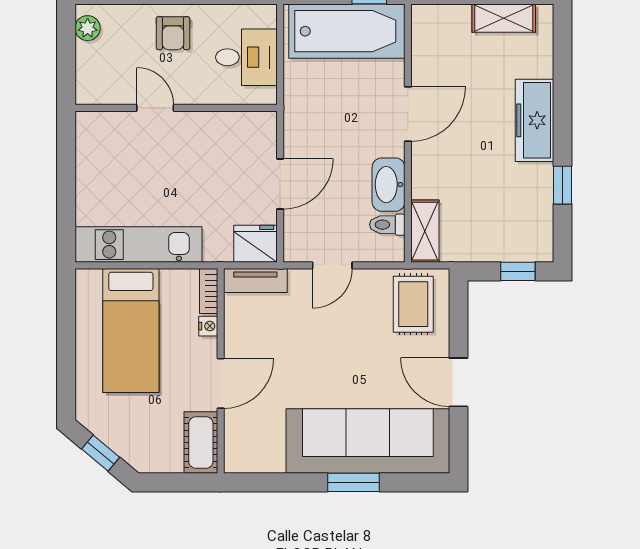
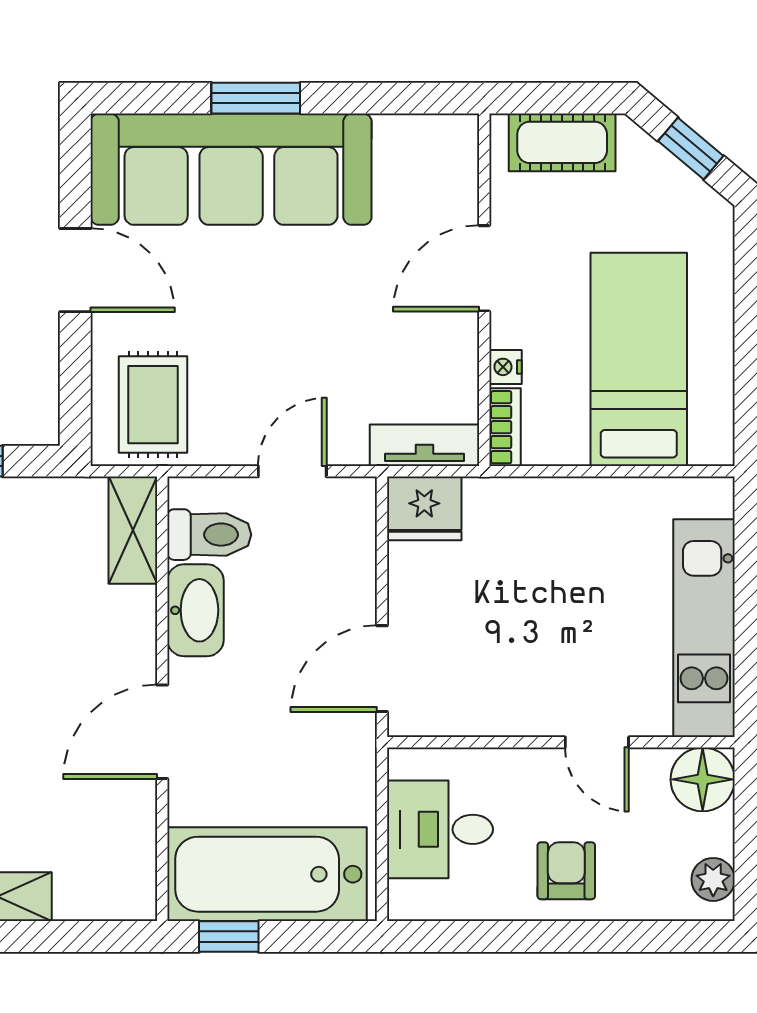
floor lamp: (94, 86) -> (703, 779), added
door: (280, 184) -> (382, 669), moved
toilet: (387, 225) -> (209, 535), width x1.37, depth x1.39
kitchen unit: (138, 245) -> (704, 628), moved, turned 90
cot: (201, 443) -> (562, 142), moved, turned 90

